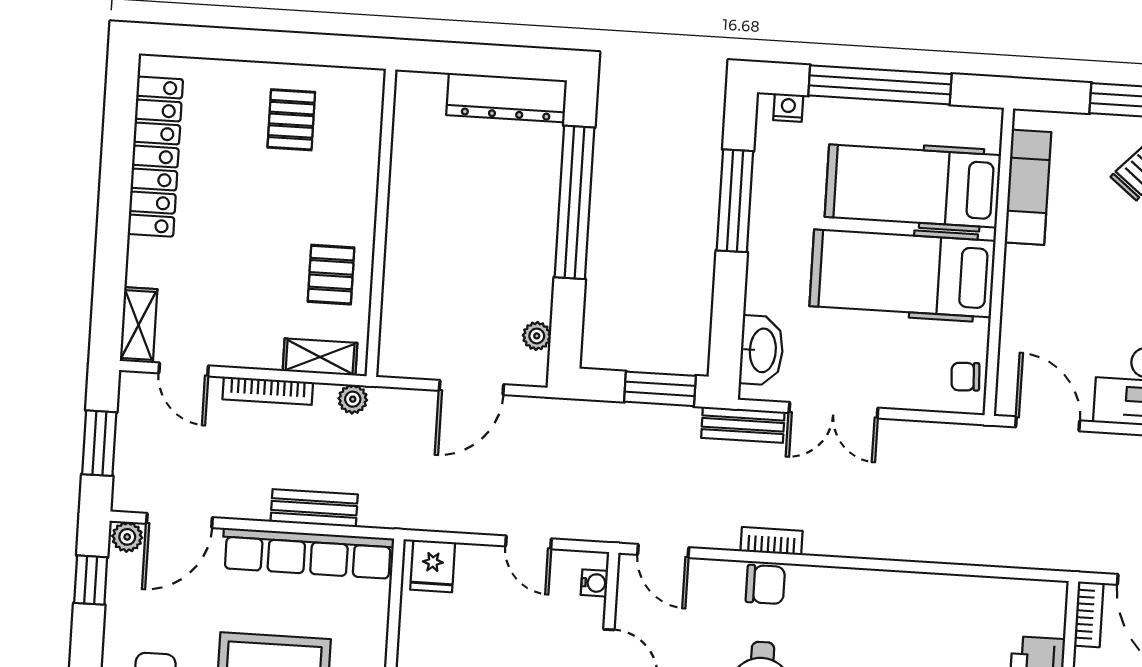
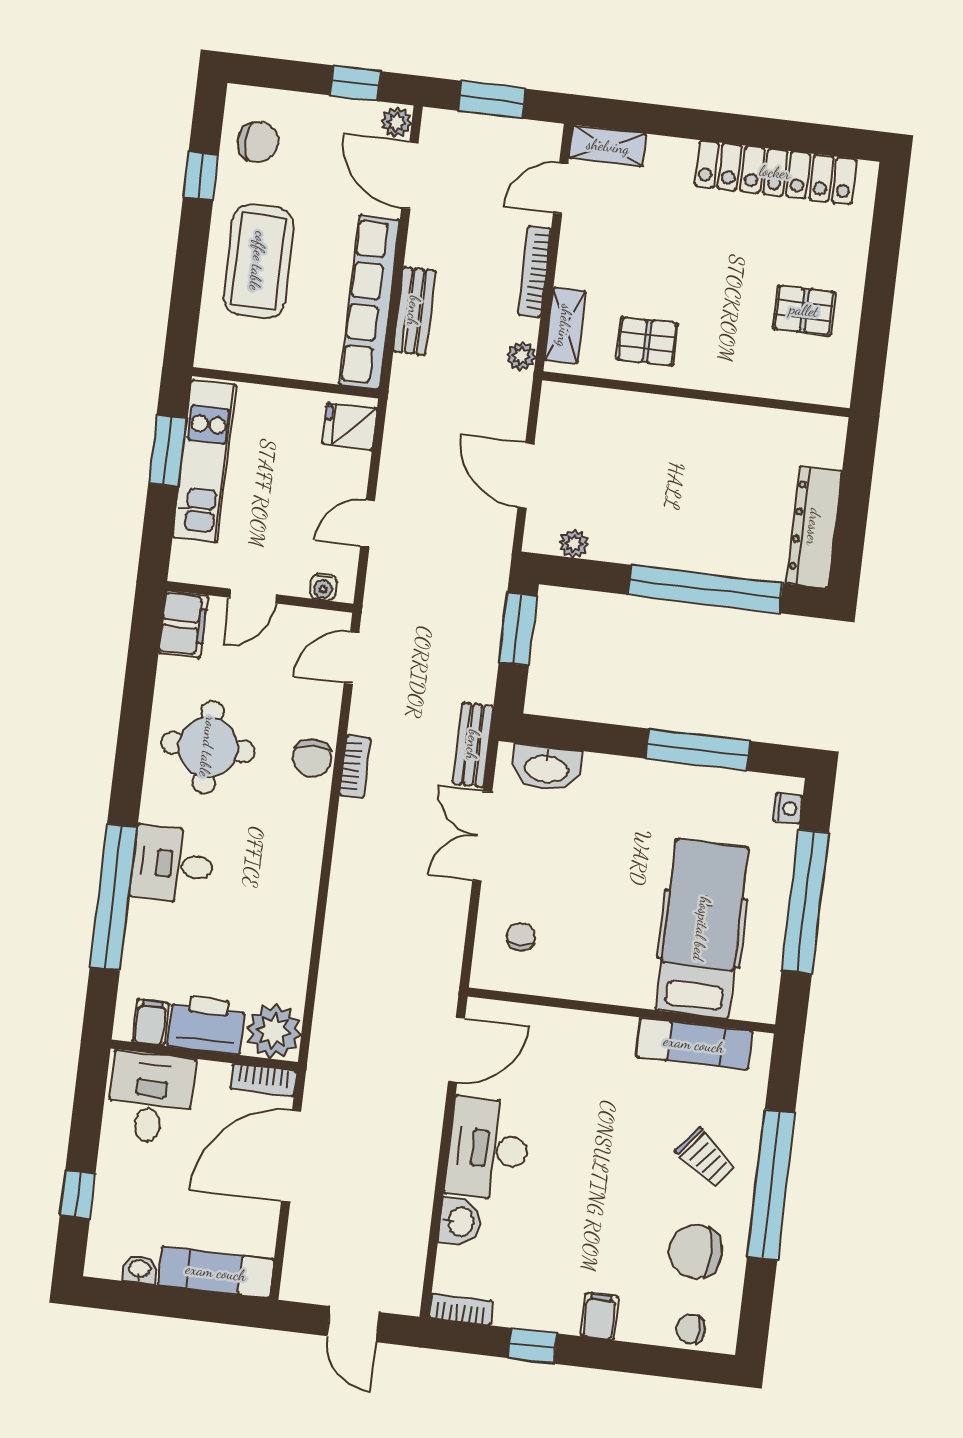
hospital bed: (903, 273) -> (615, 913), removed
chair: (965, 377) -> (521, 937), moved
window: (660, 389) -> (518, 629), moved
plant: (1040, 607) -> (274, 1031), added

